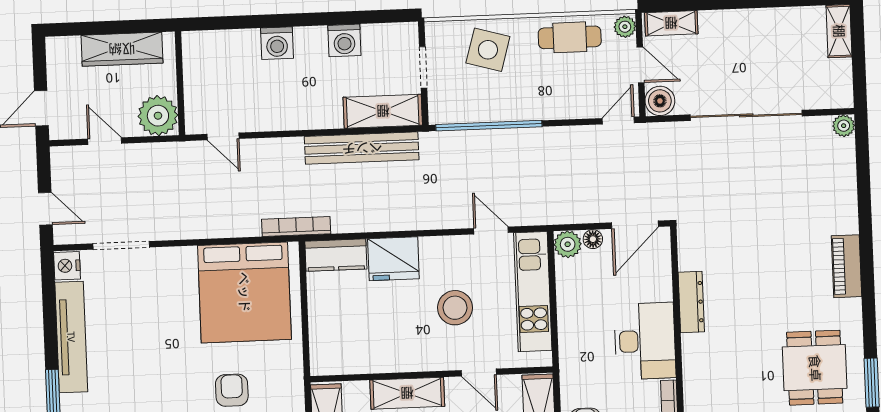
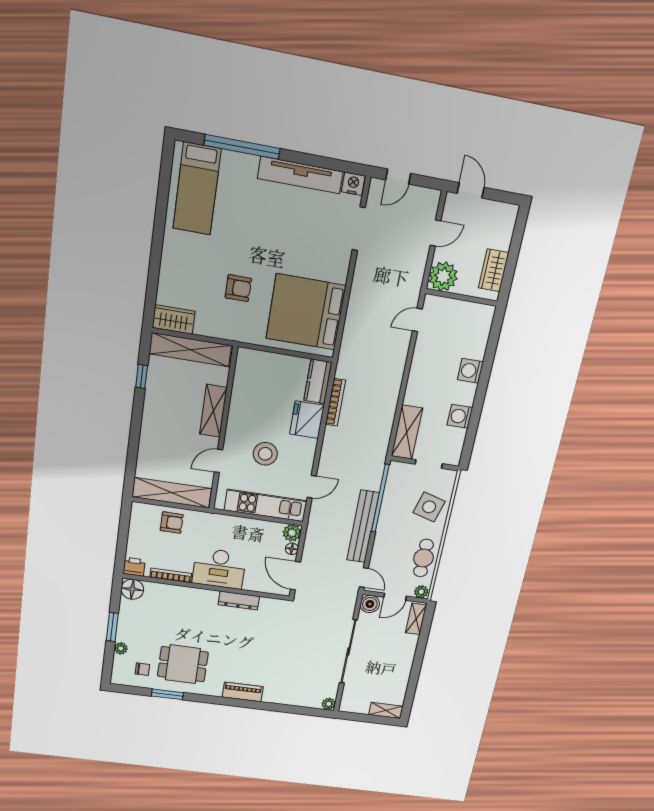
wardrobe: (122, 49) -> (494, 270), width x0.67
bench: (362, 148) -> (363, 526), moved
bookcase: (296, 226) -> (335, 402), moved

